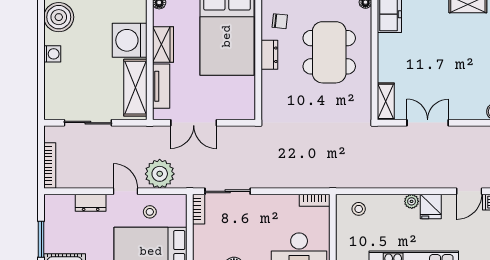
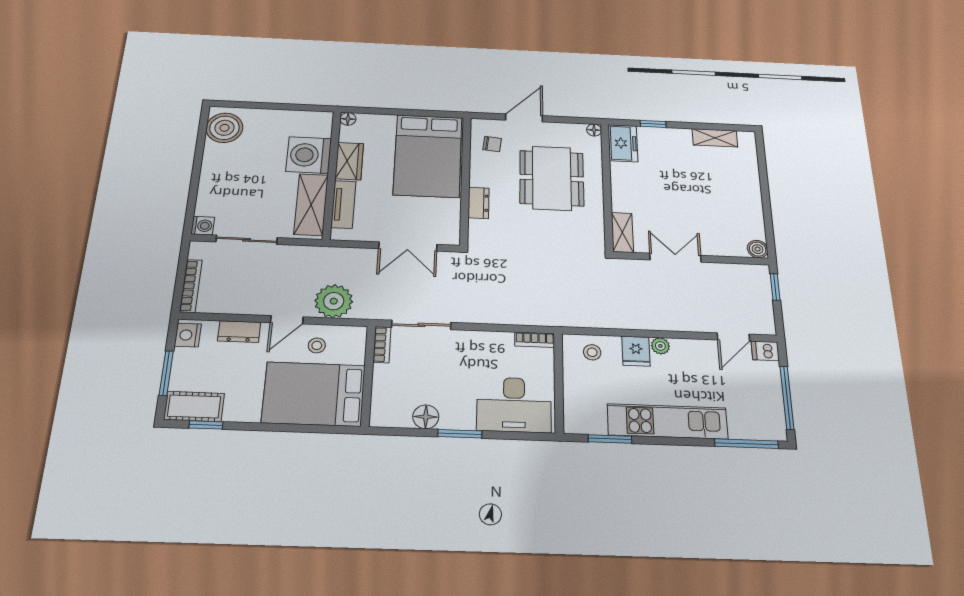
washing machine: (52, 54) -> (203, 226), moved
dresser: (269, 55) -> (478, 203), moved
double door: (194, 123) -> (408, 247), moved
door: (125, 191) -> (287, 320), swing flipped
fridge: (431, 206) -> (636, 351), moved
nightstand: (53, 207) -> (188, 335), added

